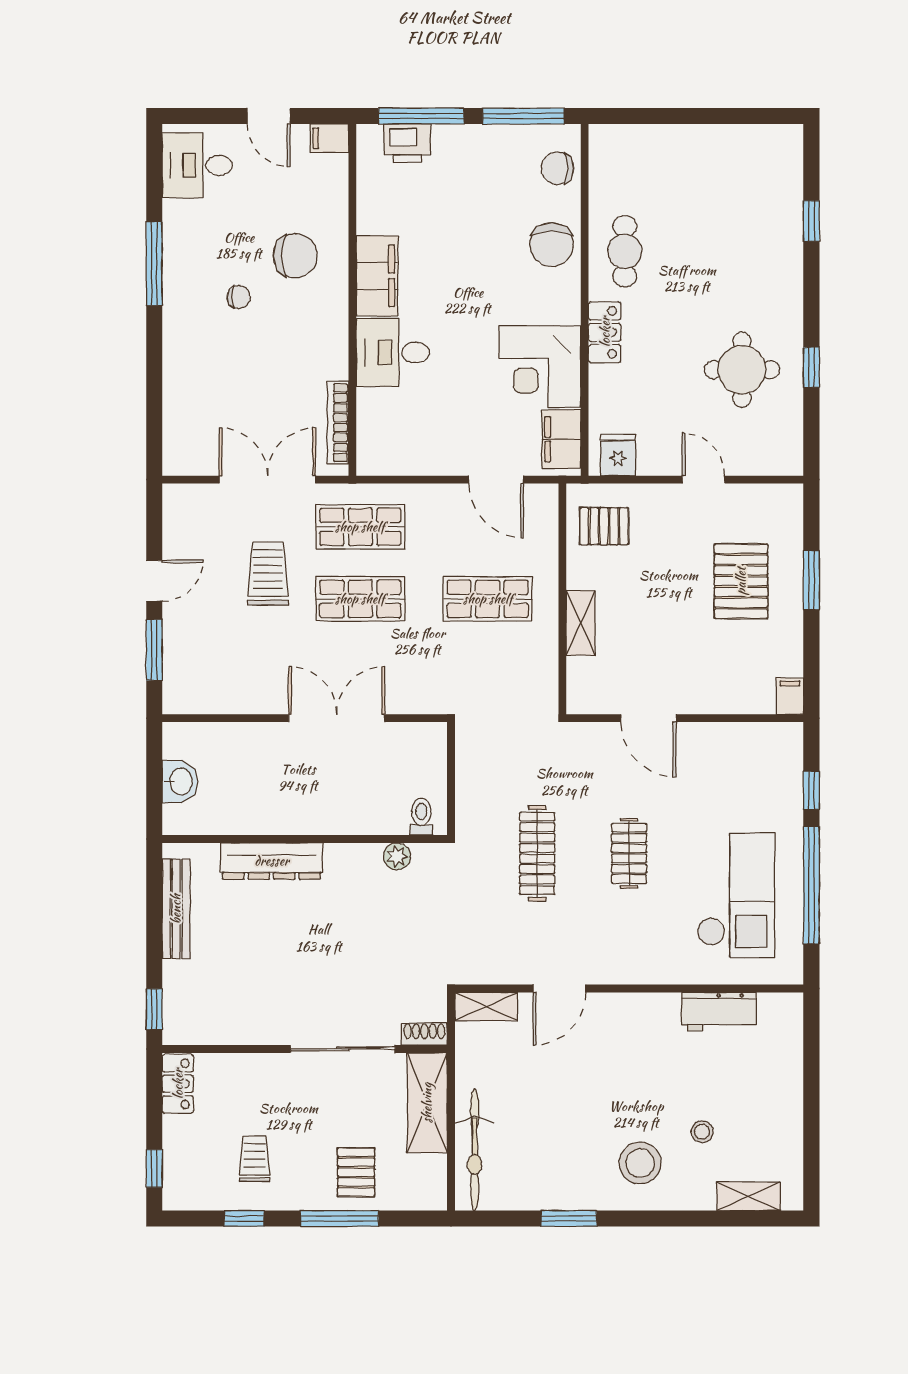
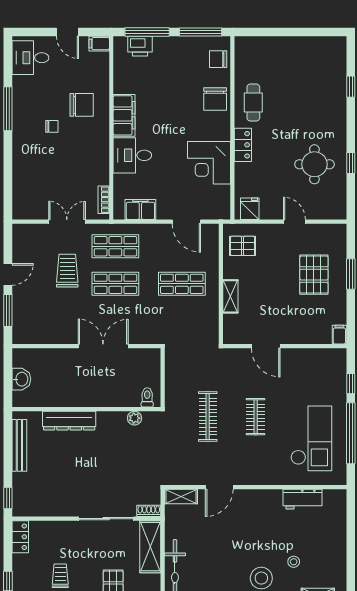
bookcase: (338, 423) -> (104, 200), width x0.64
filing cabinet: (561, 439) -> (140, 209), moved, turned 90
double door: (267, 480) -> (67, 222), width x0.73

